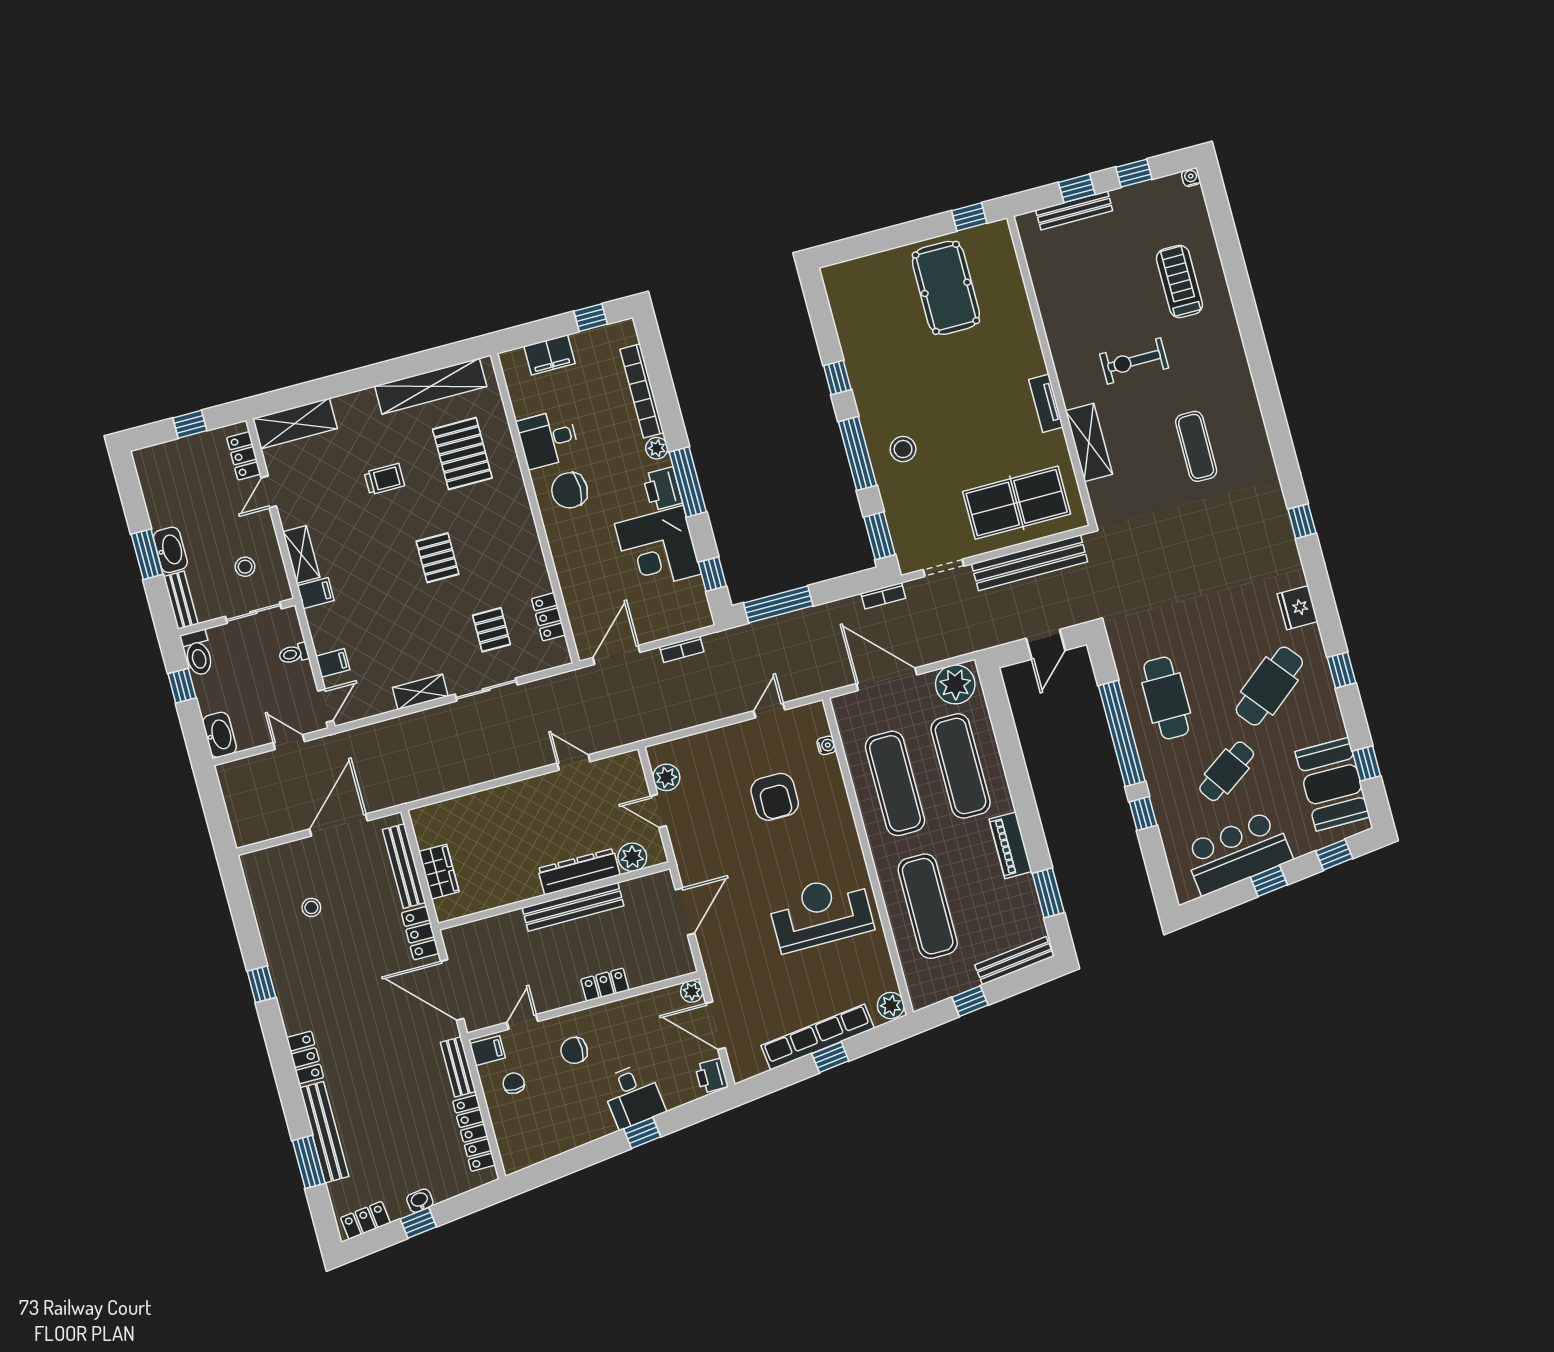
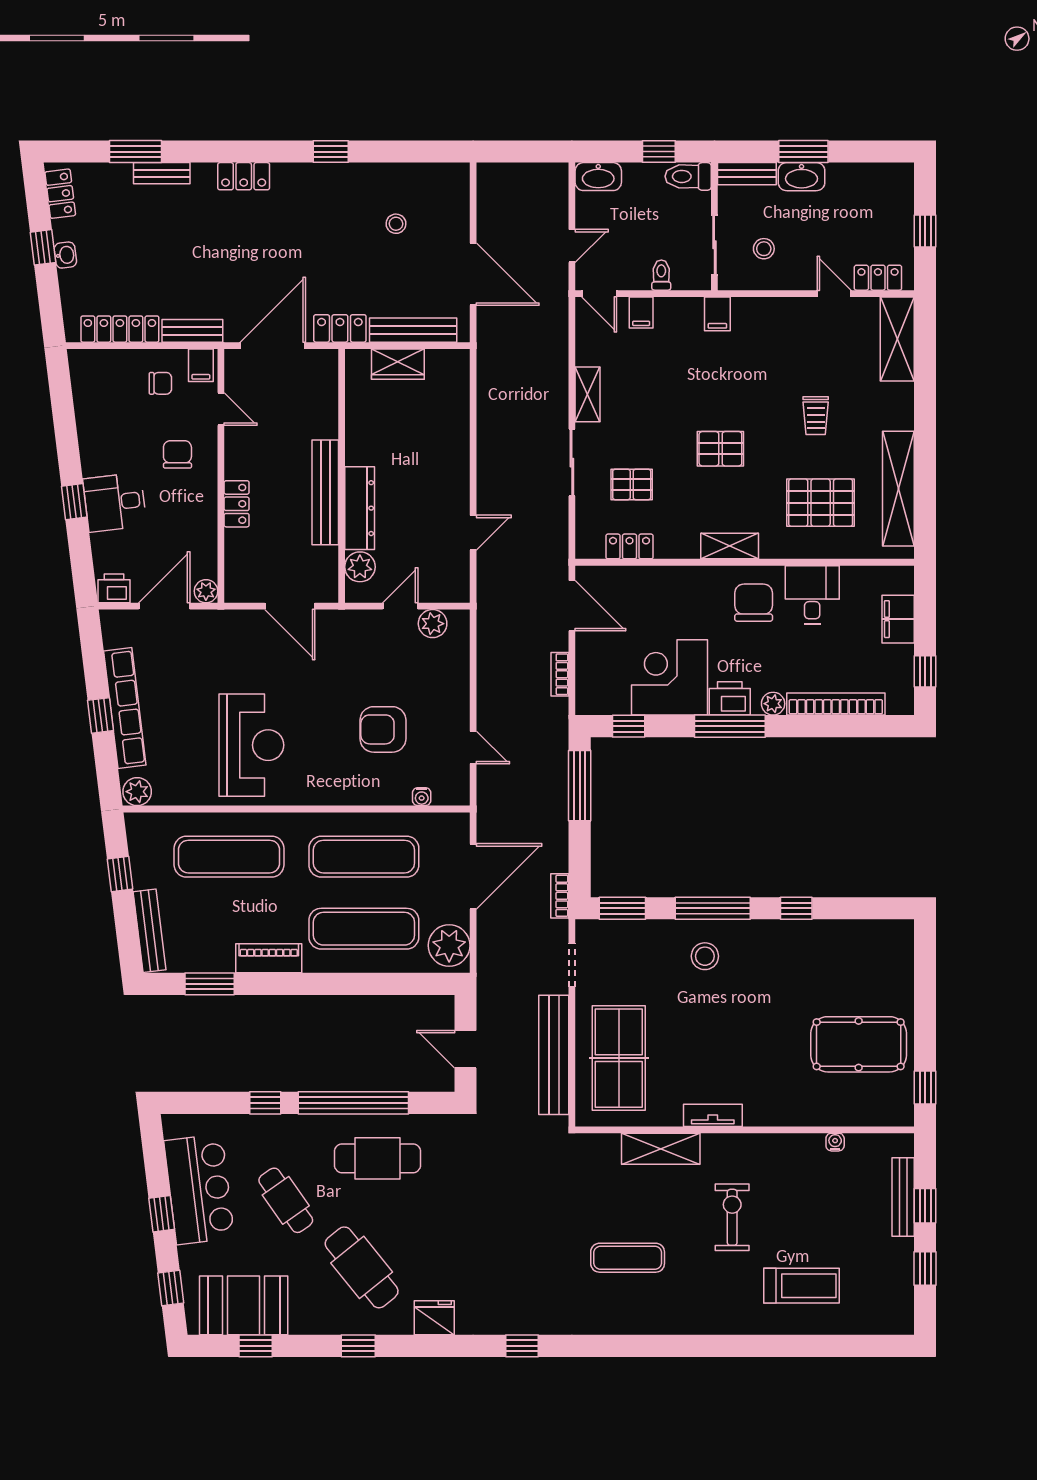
water cooler: (1191, 177) -> (835, 1142), moved, turned -90
shelving: (301, 554) -> (730, 546), moved
bench: (324, 1132) -> (162, 173), width x0.54, depth x0.82

